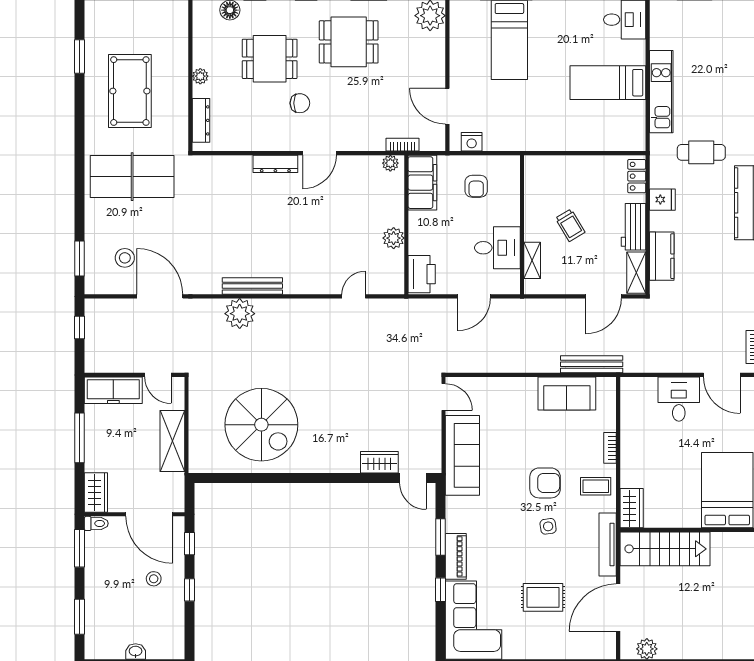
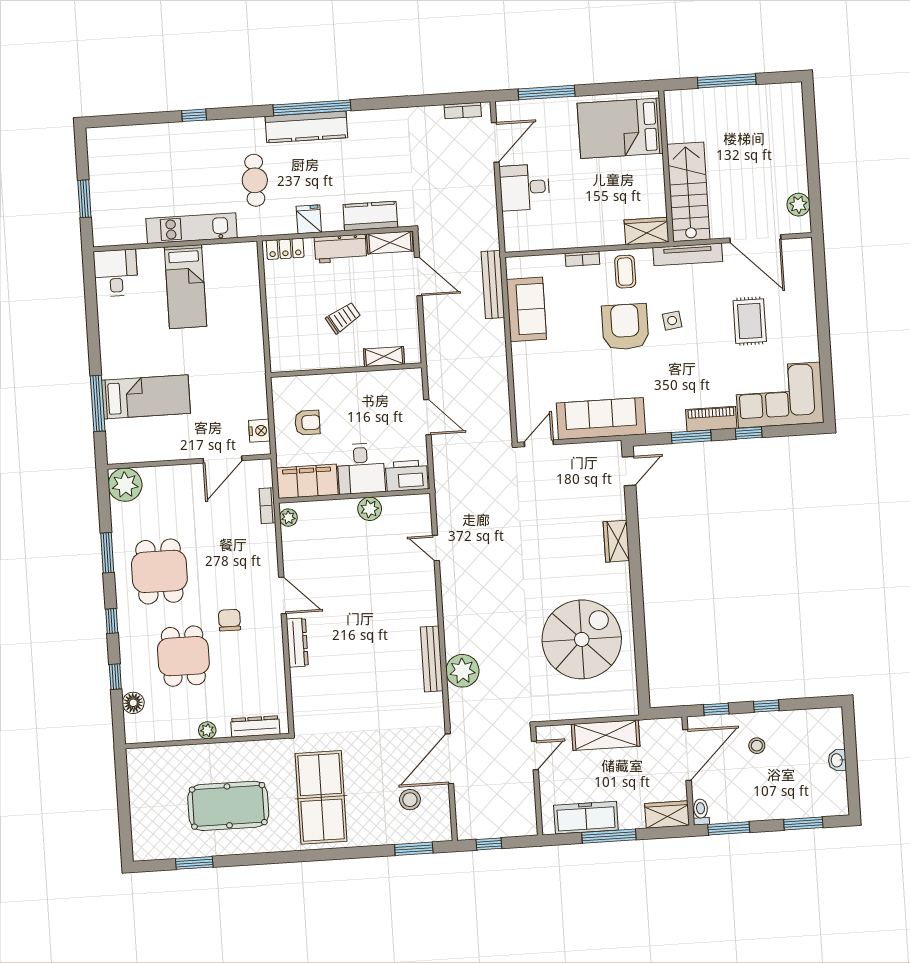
desk: (497, 248) -> (361, 469), moved, turned 180
freezer: (113, 390) -> (586, 818), moved, turned -90
wardrobe: (379, 462) -> (616, 541), moved
armchair: (545, 483) -> (625, 327), width x1.36, depth x1.36

